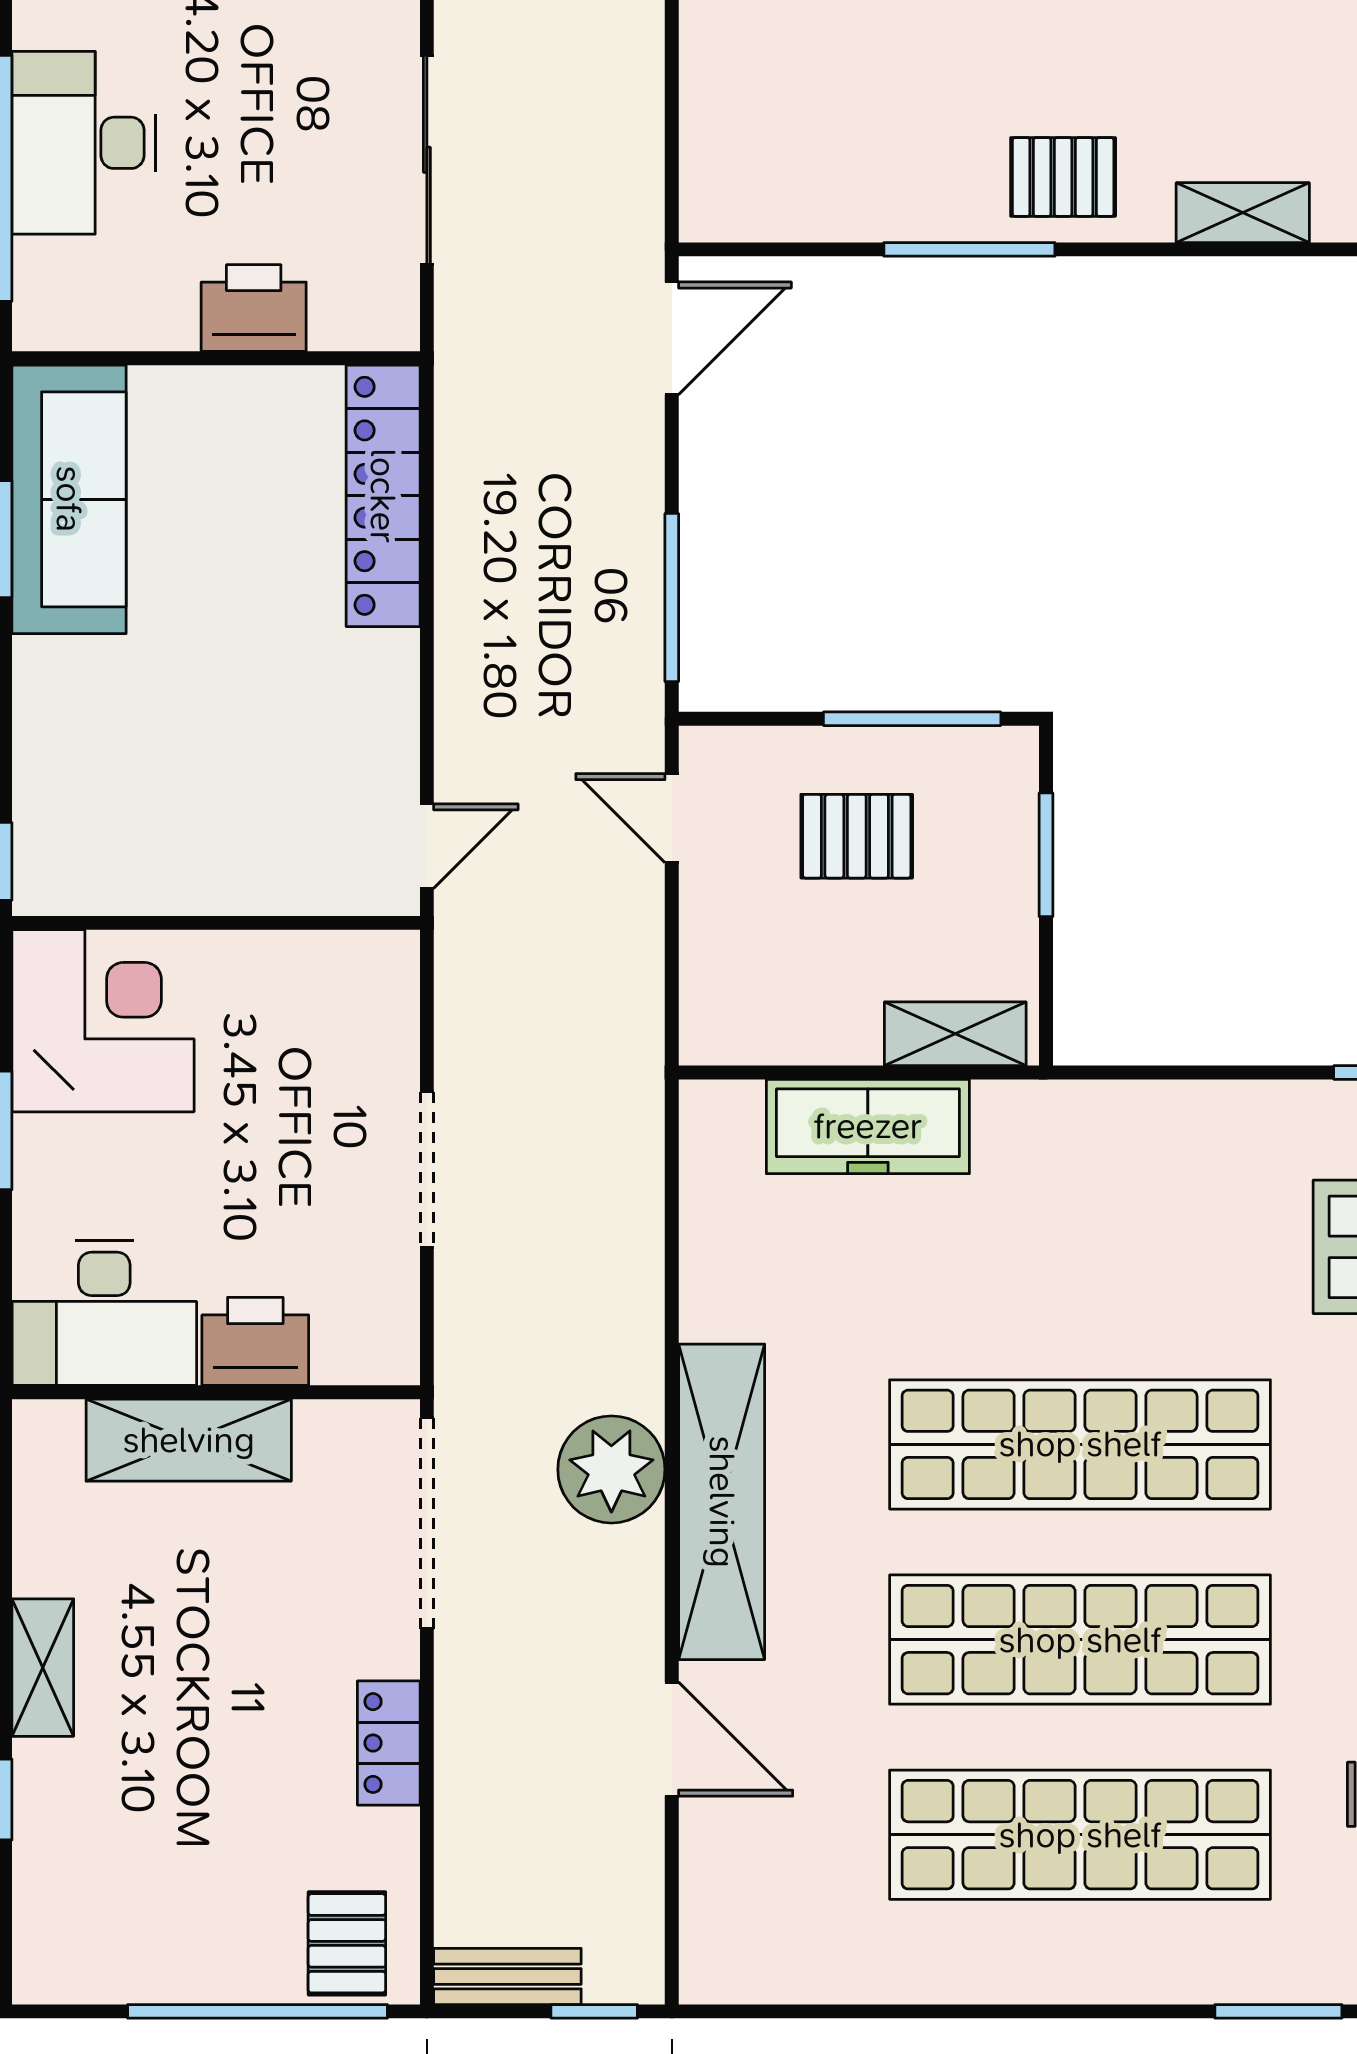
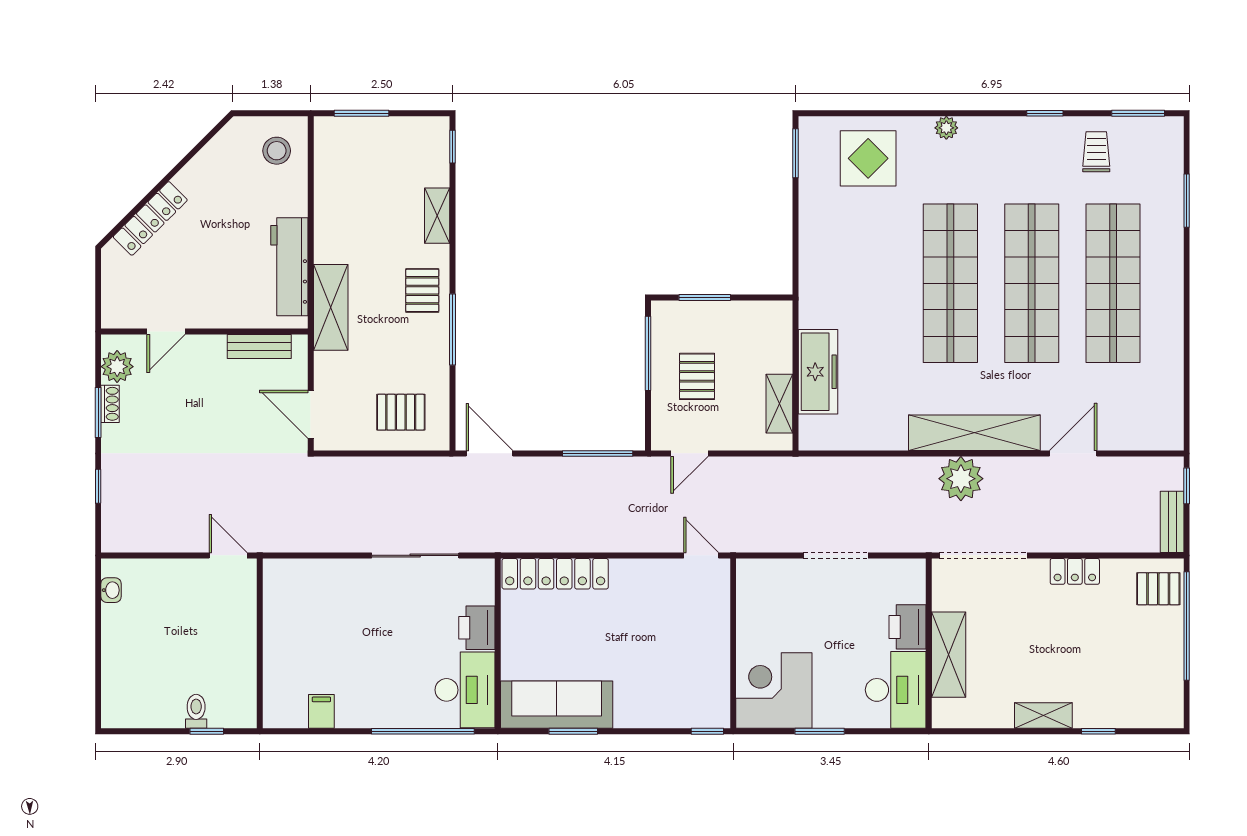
pallet: (771, 125) -> (401, 412), added
desk: (84, 143) -> (465, 690), moved, turned -90
shelving: (955, 1034) -> (779, 404), moved

